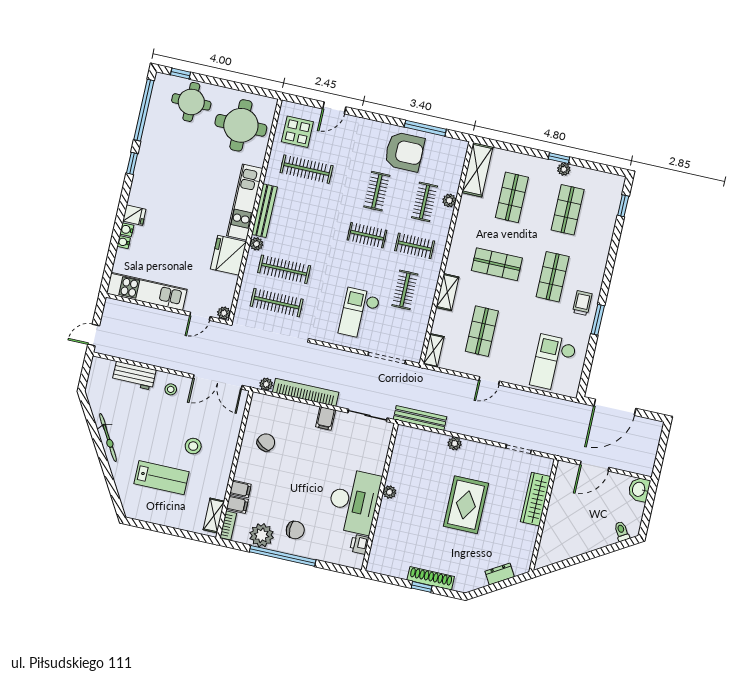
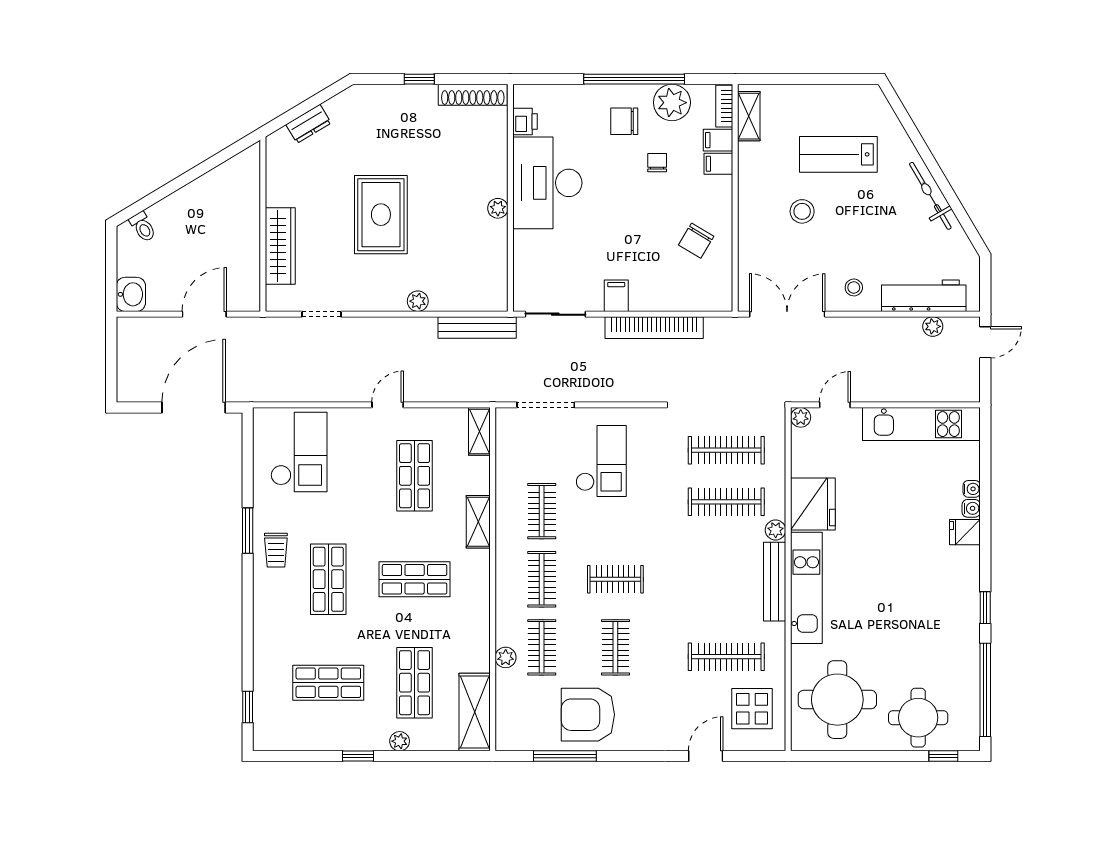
plant: (564, 169) -> (400, 741), moved
shop shelf: (568, 210) -> (328, 683), turned 90
clothes rail: (415, 246) -> (542, 579), turned 90
workbench: (134, 376) -> (924, 296), width x1.38
plant: (266, 384) -> (933, 326), moved
chair: (280, 499) -> (657, 163), added
shoe rack: (431, 578) -> (473, 95), moved

